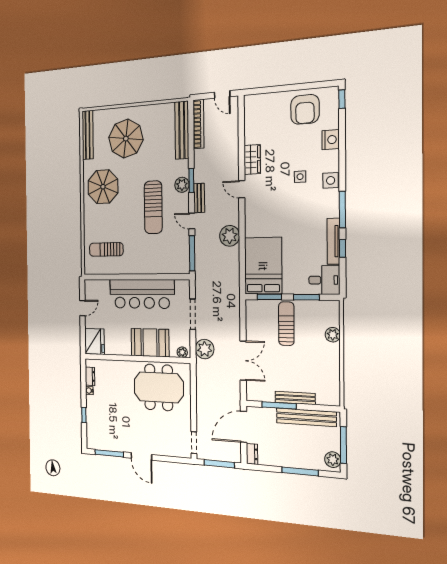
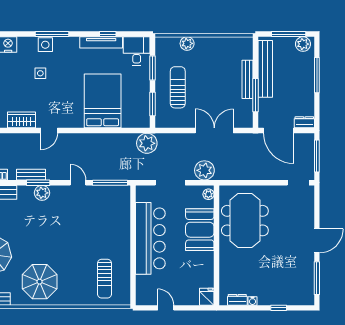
bench: (199, 198) -> (31, 175), moved
sun lounger: (153, 207) -> (63, 224), removed
window: (342, 210) -> (52, 34), moved
door: (192, 221) -> (78, 183), swing flipped
plant: (230, 236) -> (147, 143), moved
bed: (263, 266) -> (103, 101), moved, turned 90
sun lounger: (286, 324) -> (178, 87), turned 90
fridge: (95, 341) -> (207, 297), width x0.53, depth x0.75

